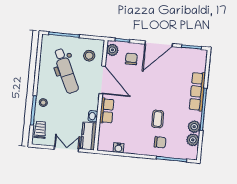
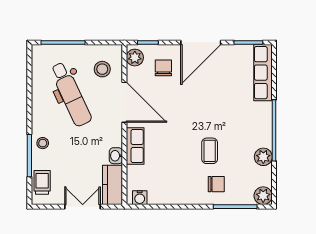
row of seats: (197, 91) -> (263, 73), moved
plant: (193, 140) -> (263, 196), moved
water cooler: (118, 148) -> (140, 198), moved

